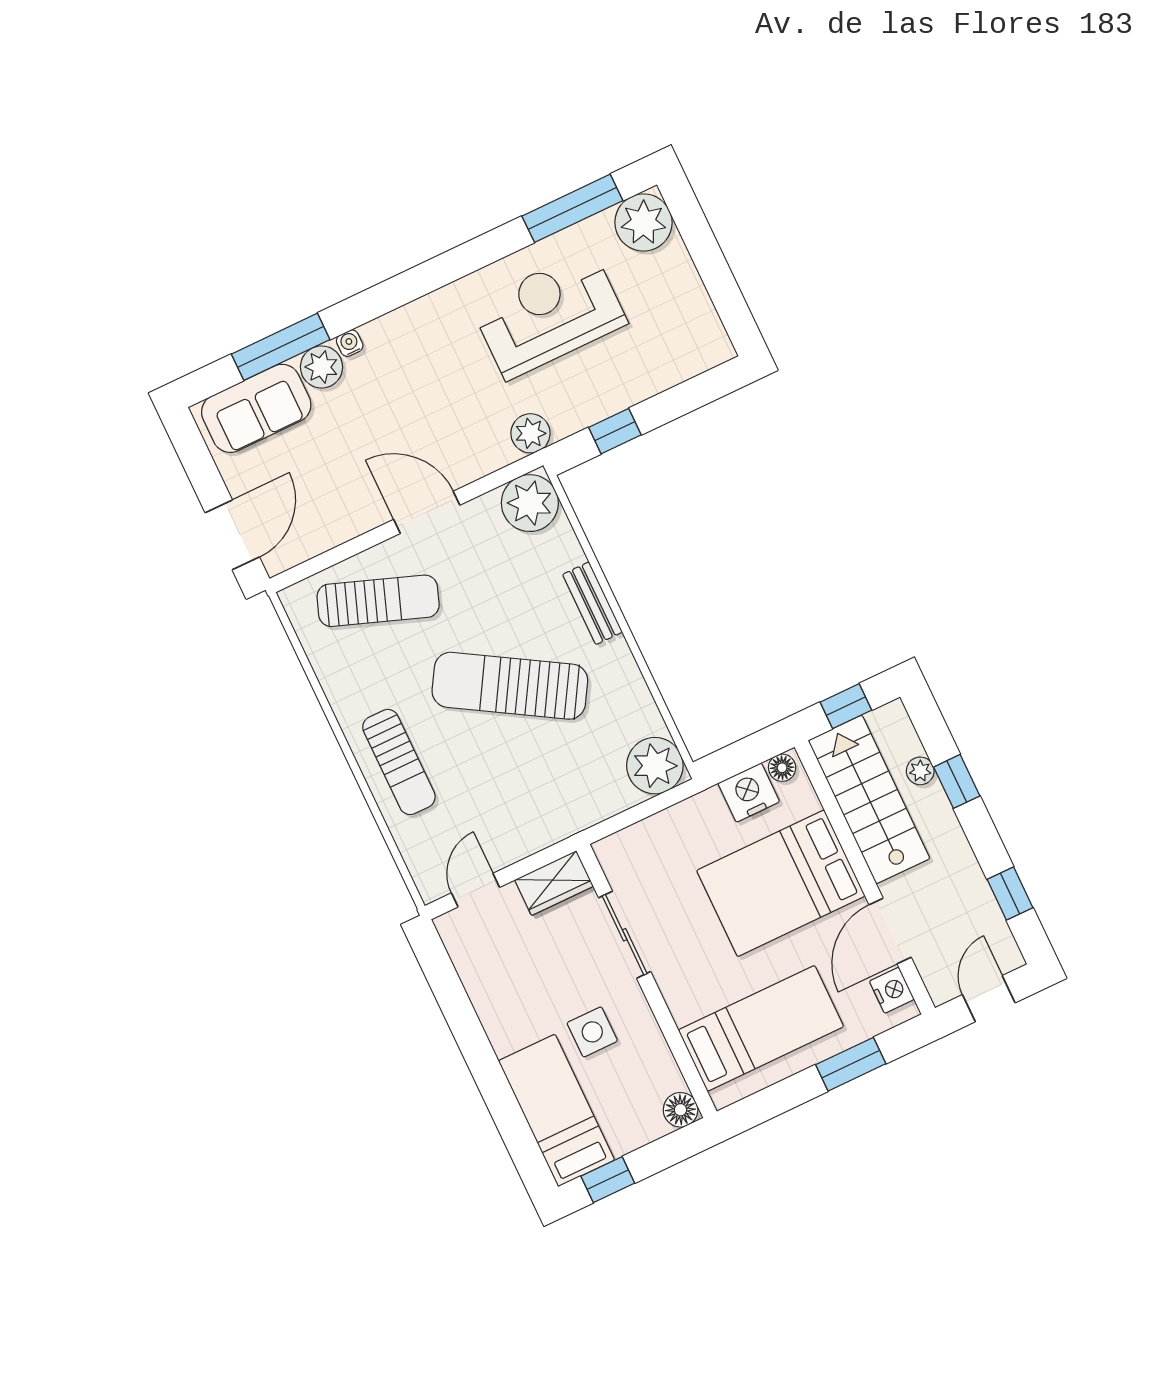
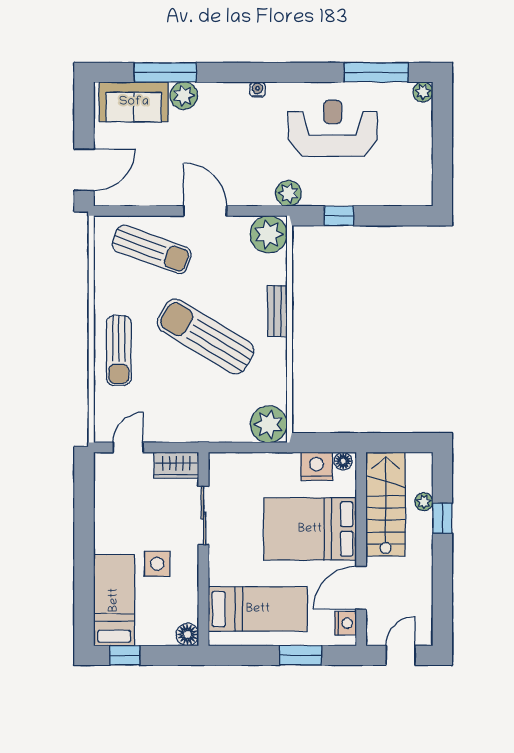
plant: (643, 222) -> (423, 92), width x0.53, depth x0.53
water cooler: (350, 343) -> (257, 90), moved
window: (846, 706) -> (398, 443), removed
window: (1010, 893) -> (442, 599), removed

